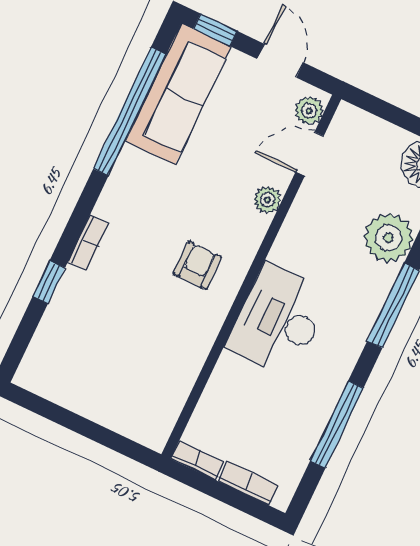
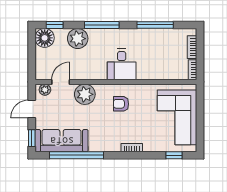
door: (310, 154) -> (61, 82), swing flipped
plant: (267, 200) -> (85, 94), width x1.88, depth x1.88
window: (49, 282) -> (174, 155), moved
desk: (279, 320) -> (122, 64), width x0.73
corner sofa: (108, 375) -> (177, 117), added

